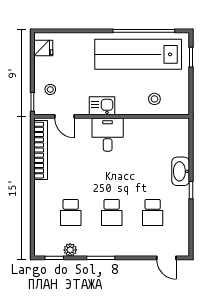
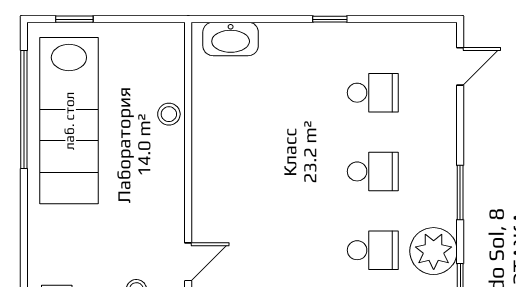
stool: (154, 99) -> (169, 114), moved
kitchen sink: (102, 106) -> (168, 190), removed
desk: (108, 135) -> (223, 179), removed
washbasin: (181, 171) -> (231, 39), moved
plant: (70, 250) -> (434, 251), width x1.87, depth x1.87

